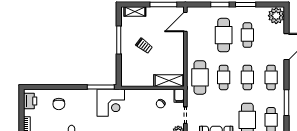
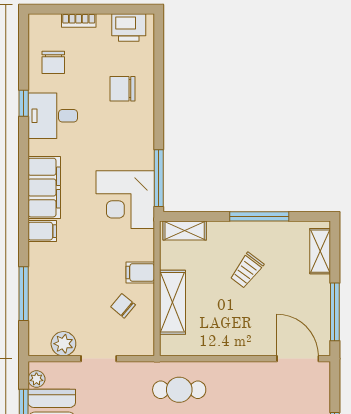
shelving: (125, 75) -> (185, 231), added
cafe table: (200, 77) -> (179, 390), width x0.73, depth x0.74
shelving: (169, 81) -> (172, 302), moved
filing cabinet: (179, 96) -> (140, 272), moved

